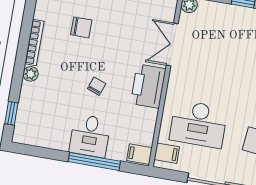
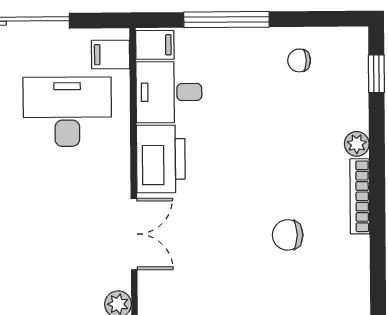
chair: (97, 86) -> (299, 60), moved, turned 70
desk: (90, 136) -> (169, 92), moved, turned -90

